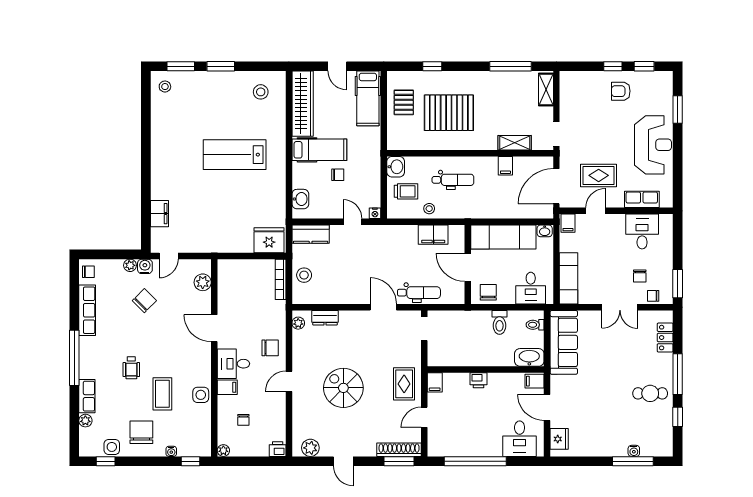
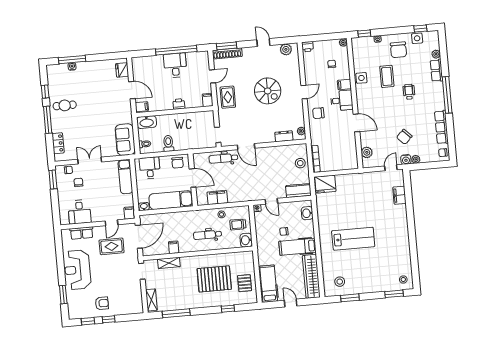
window: (221, 66) -> (350, 298), moved
sofa: (564, 342) -> (125, 140), width x0.73
desk: (520, 439) -> (175, 65), moved

